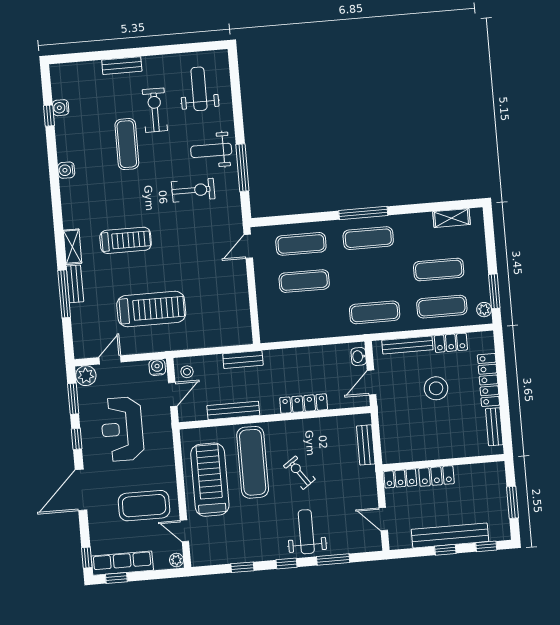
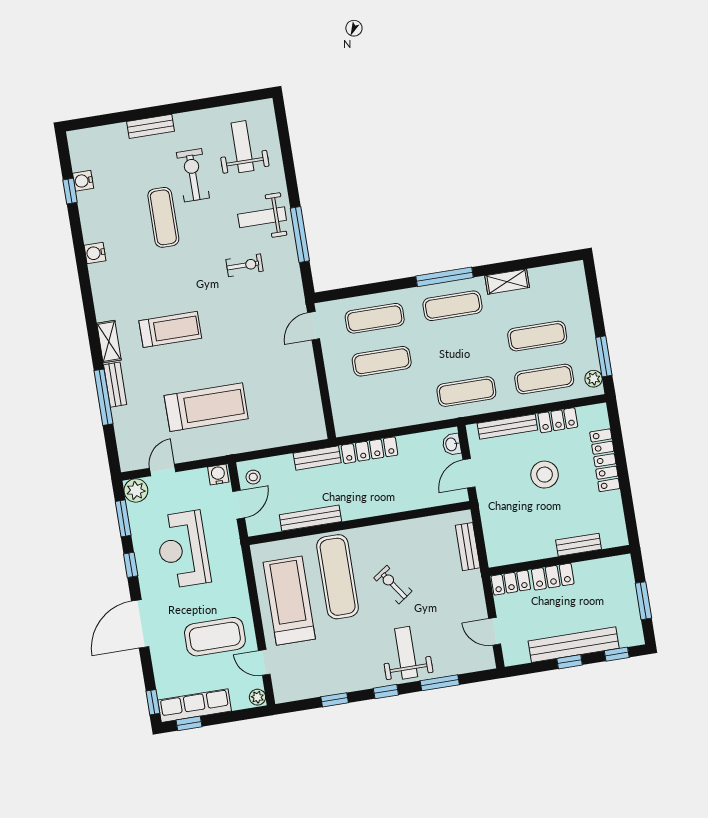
exercise bike: (193, 190) -> (245, 265), width x0.73, depth x0.72
shelving: (452, 218) -> (507, 282), moved
locker: (304, 404) -> (370, 450), moved, turned 180
bench: (494, 427) -> (579, 545), moved, turned 90

